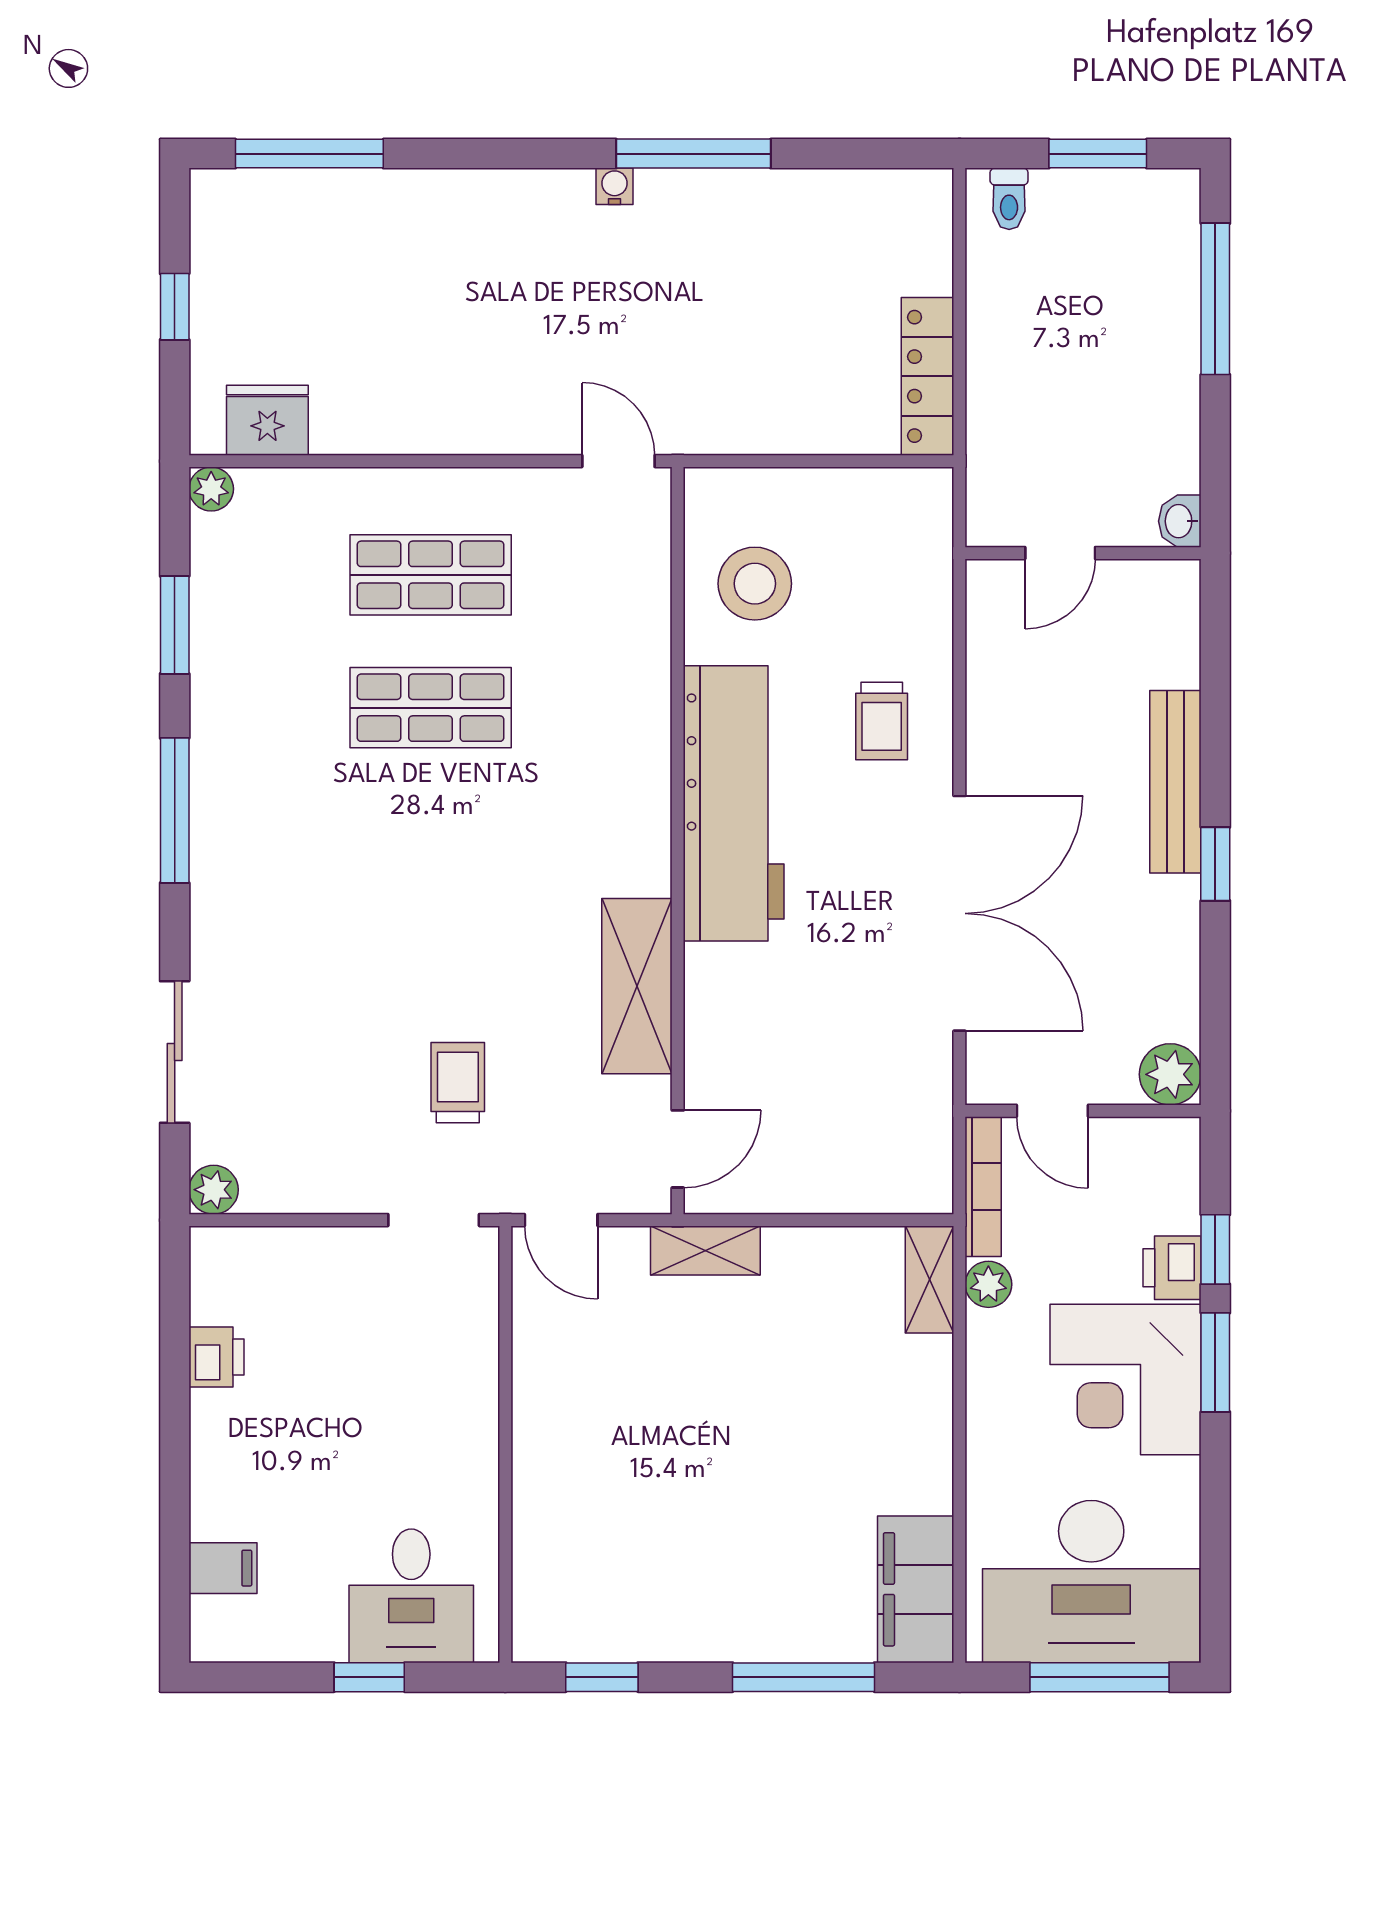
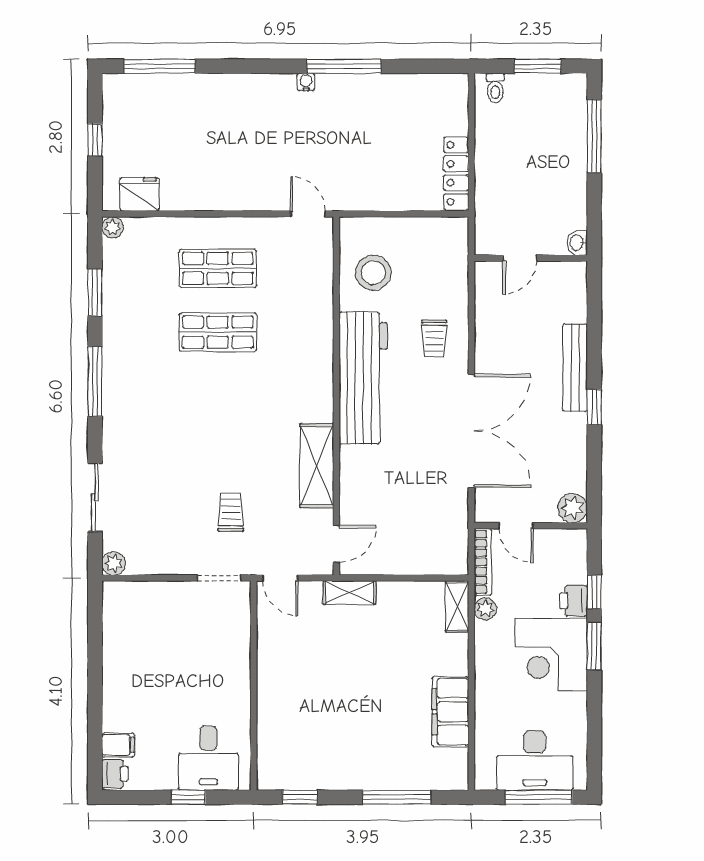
printer: (216, 1357) -> (115, 774), moved
desk: (1091, 1582) -> (535, 760), width x0.73, depth x0.77
filing cabinet: (916, 1589) -> (450, 712), moved

